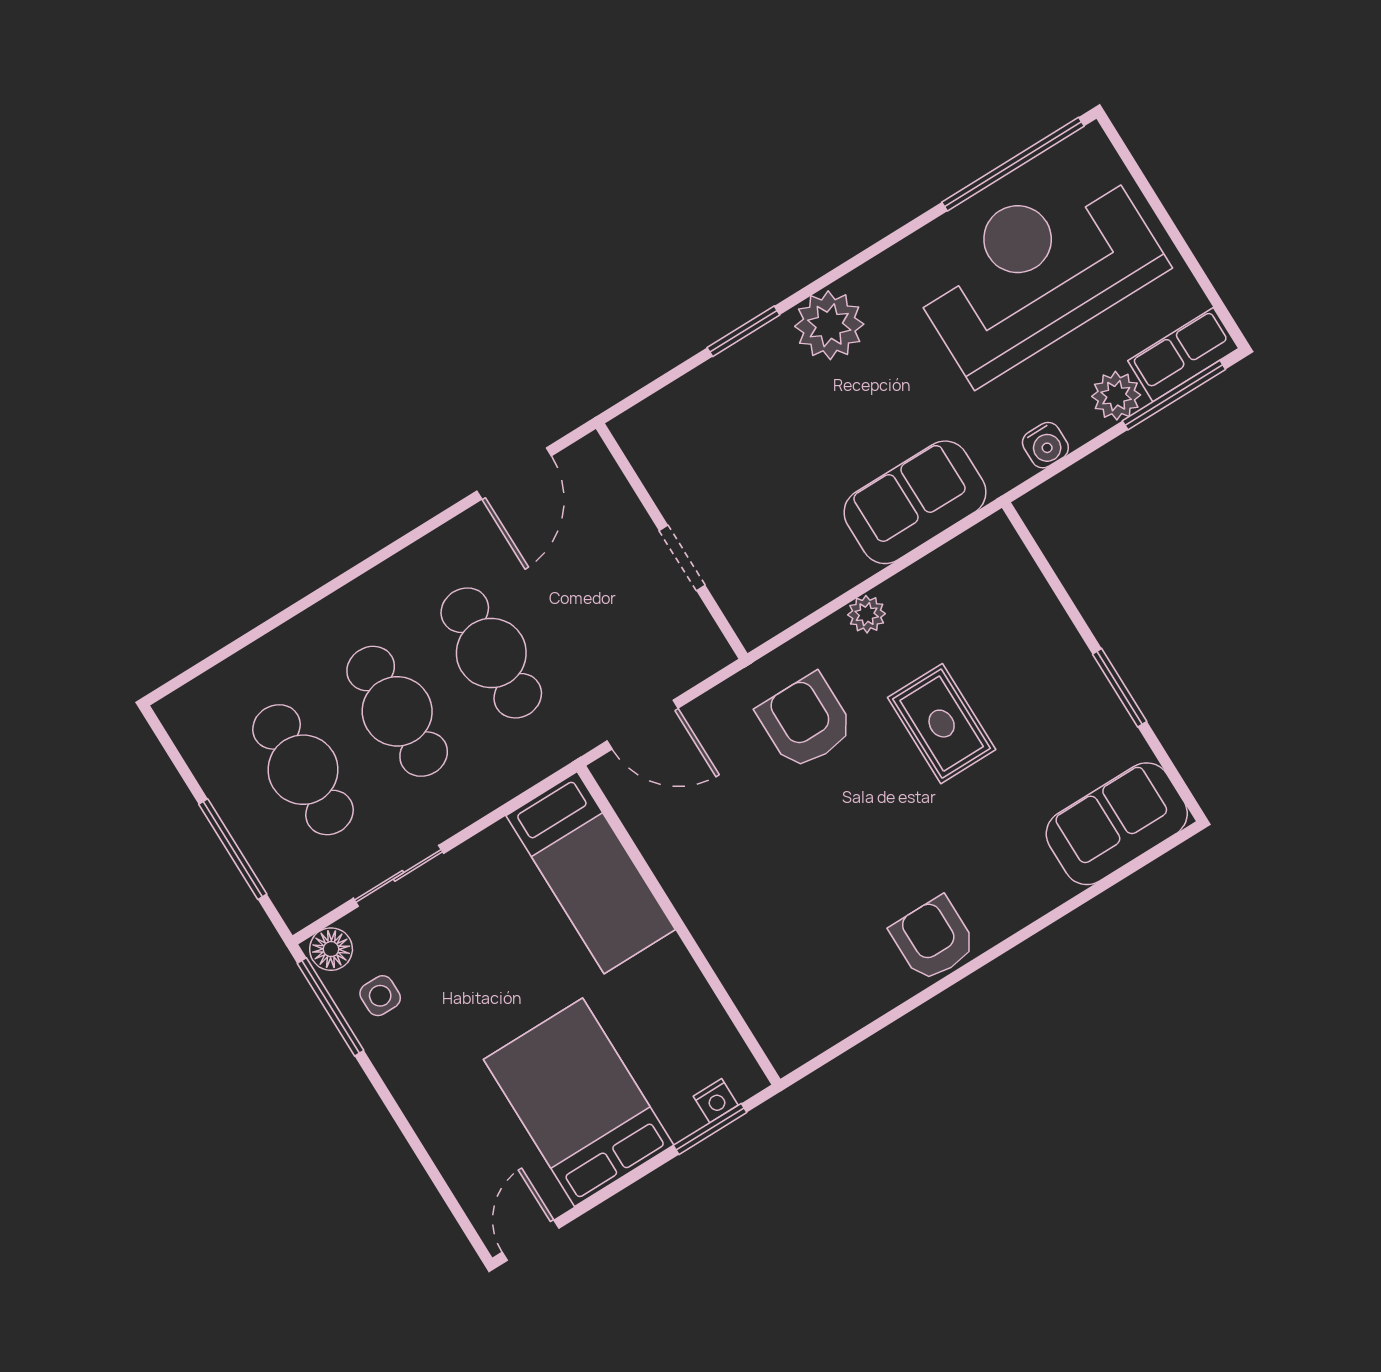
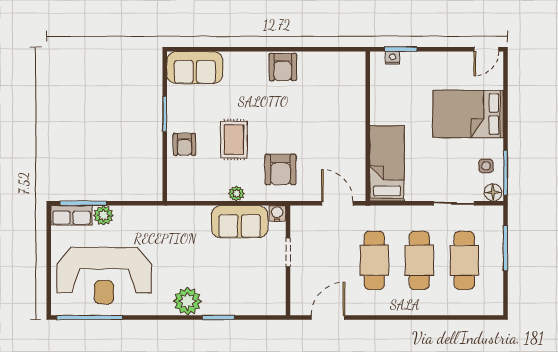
water cooler: (1045, 445) -> (277, 214), moved
sofa: (915, 502) -> (240, 222), moved
armchair: (1039, 650) -> (184, 144), added
bed: (579, 1102) -> (468, 114), moved, turned 90

